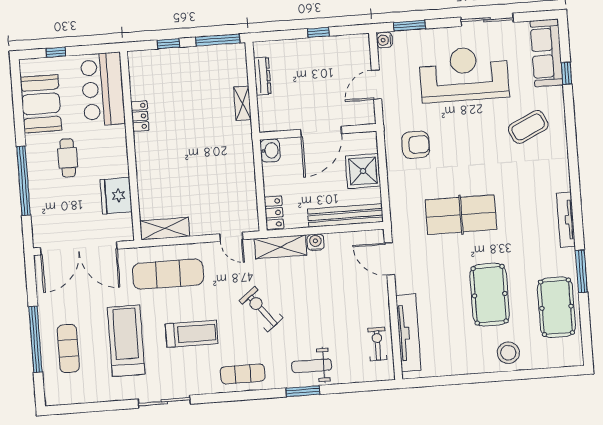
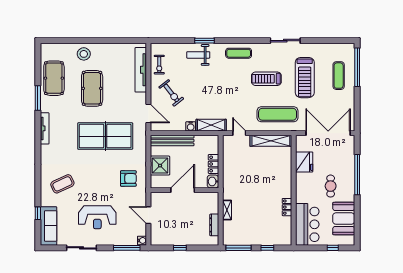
window: (410, 26) -> (127, 248), width x1.44
reception desk: (464, 74) -> (97, 217), width x0.74, depth x0.77
door: (376, 85) -> (148, 215), swing flipped
armchair: (416, 145) -> (128, 178), turned 180
locker: (274, 213) -> (213, 164), moved
table tennis table: (461, 215) -> (105, 136), width x1.36, depth x1.32
shelving: (165, 229) -> (271, 141), width x1.47
exercise bike: (261, 309) -> (171, 93), moved
window: (35, 339) -> (357, 67), moved
weight bench: (312, 366) -> (198, 55), turned 180

